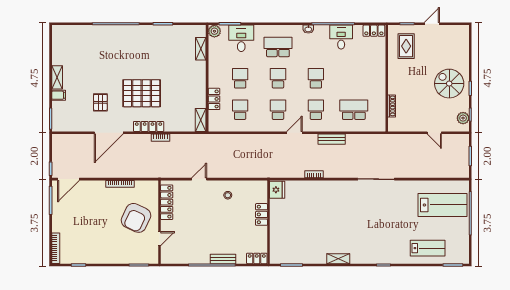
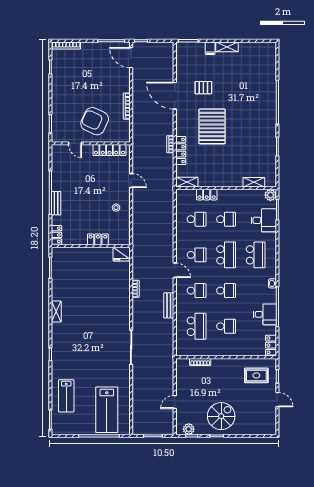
school desk: (278, 78) -> (226, 255), width x1.85
school desk: (354, 78) -> (226, 326), added
locker: (149, 126) -> (181, 150), moved

